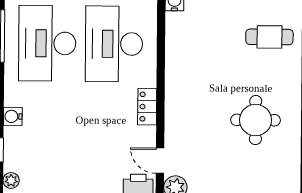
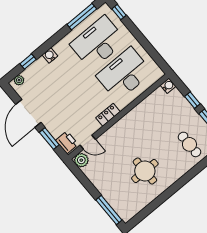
door: (160, 161) -> (88, 142), swing flipped

